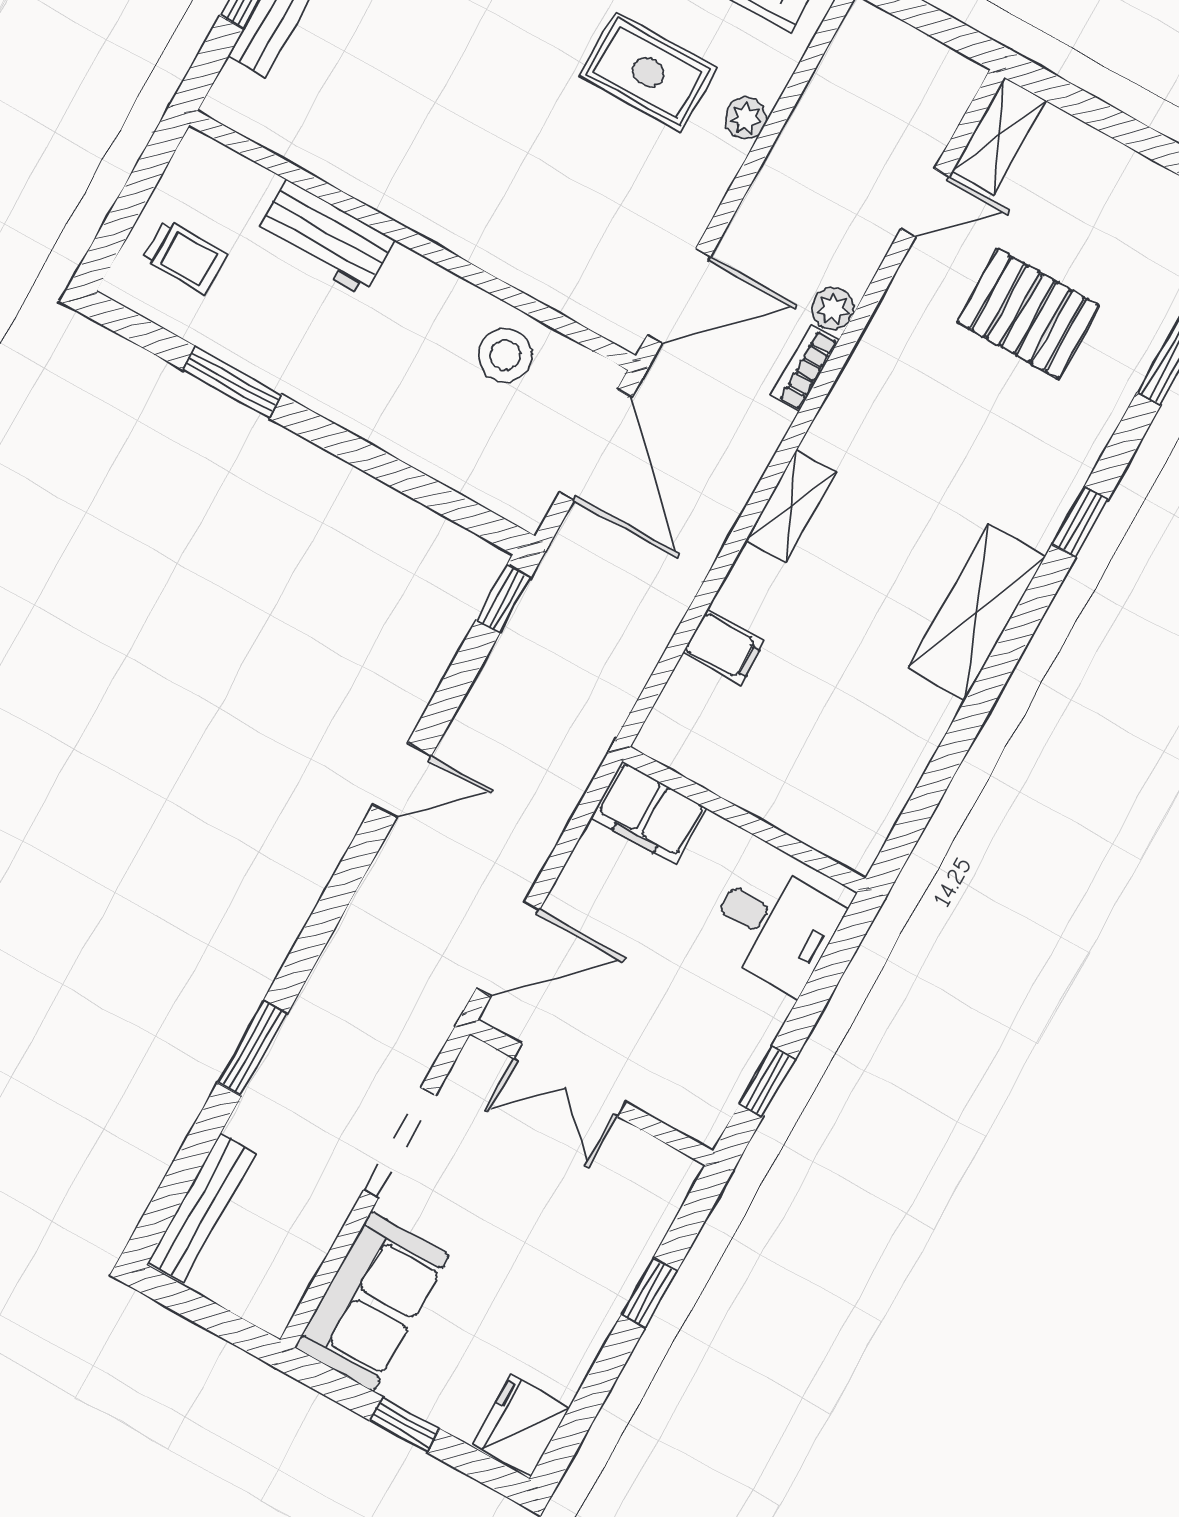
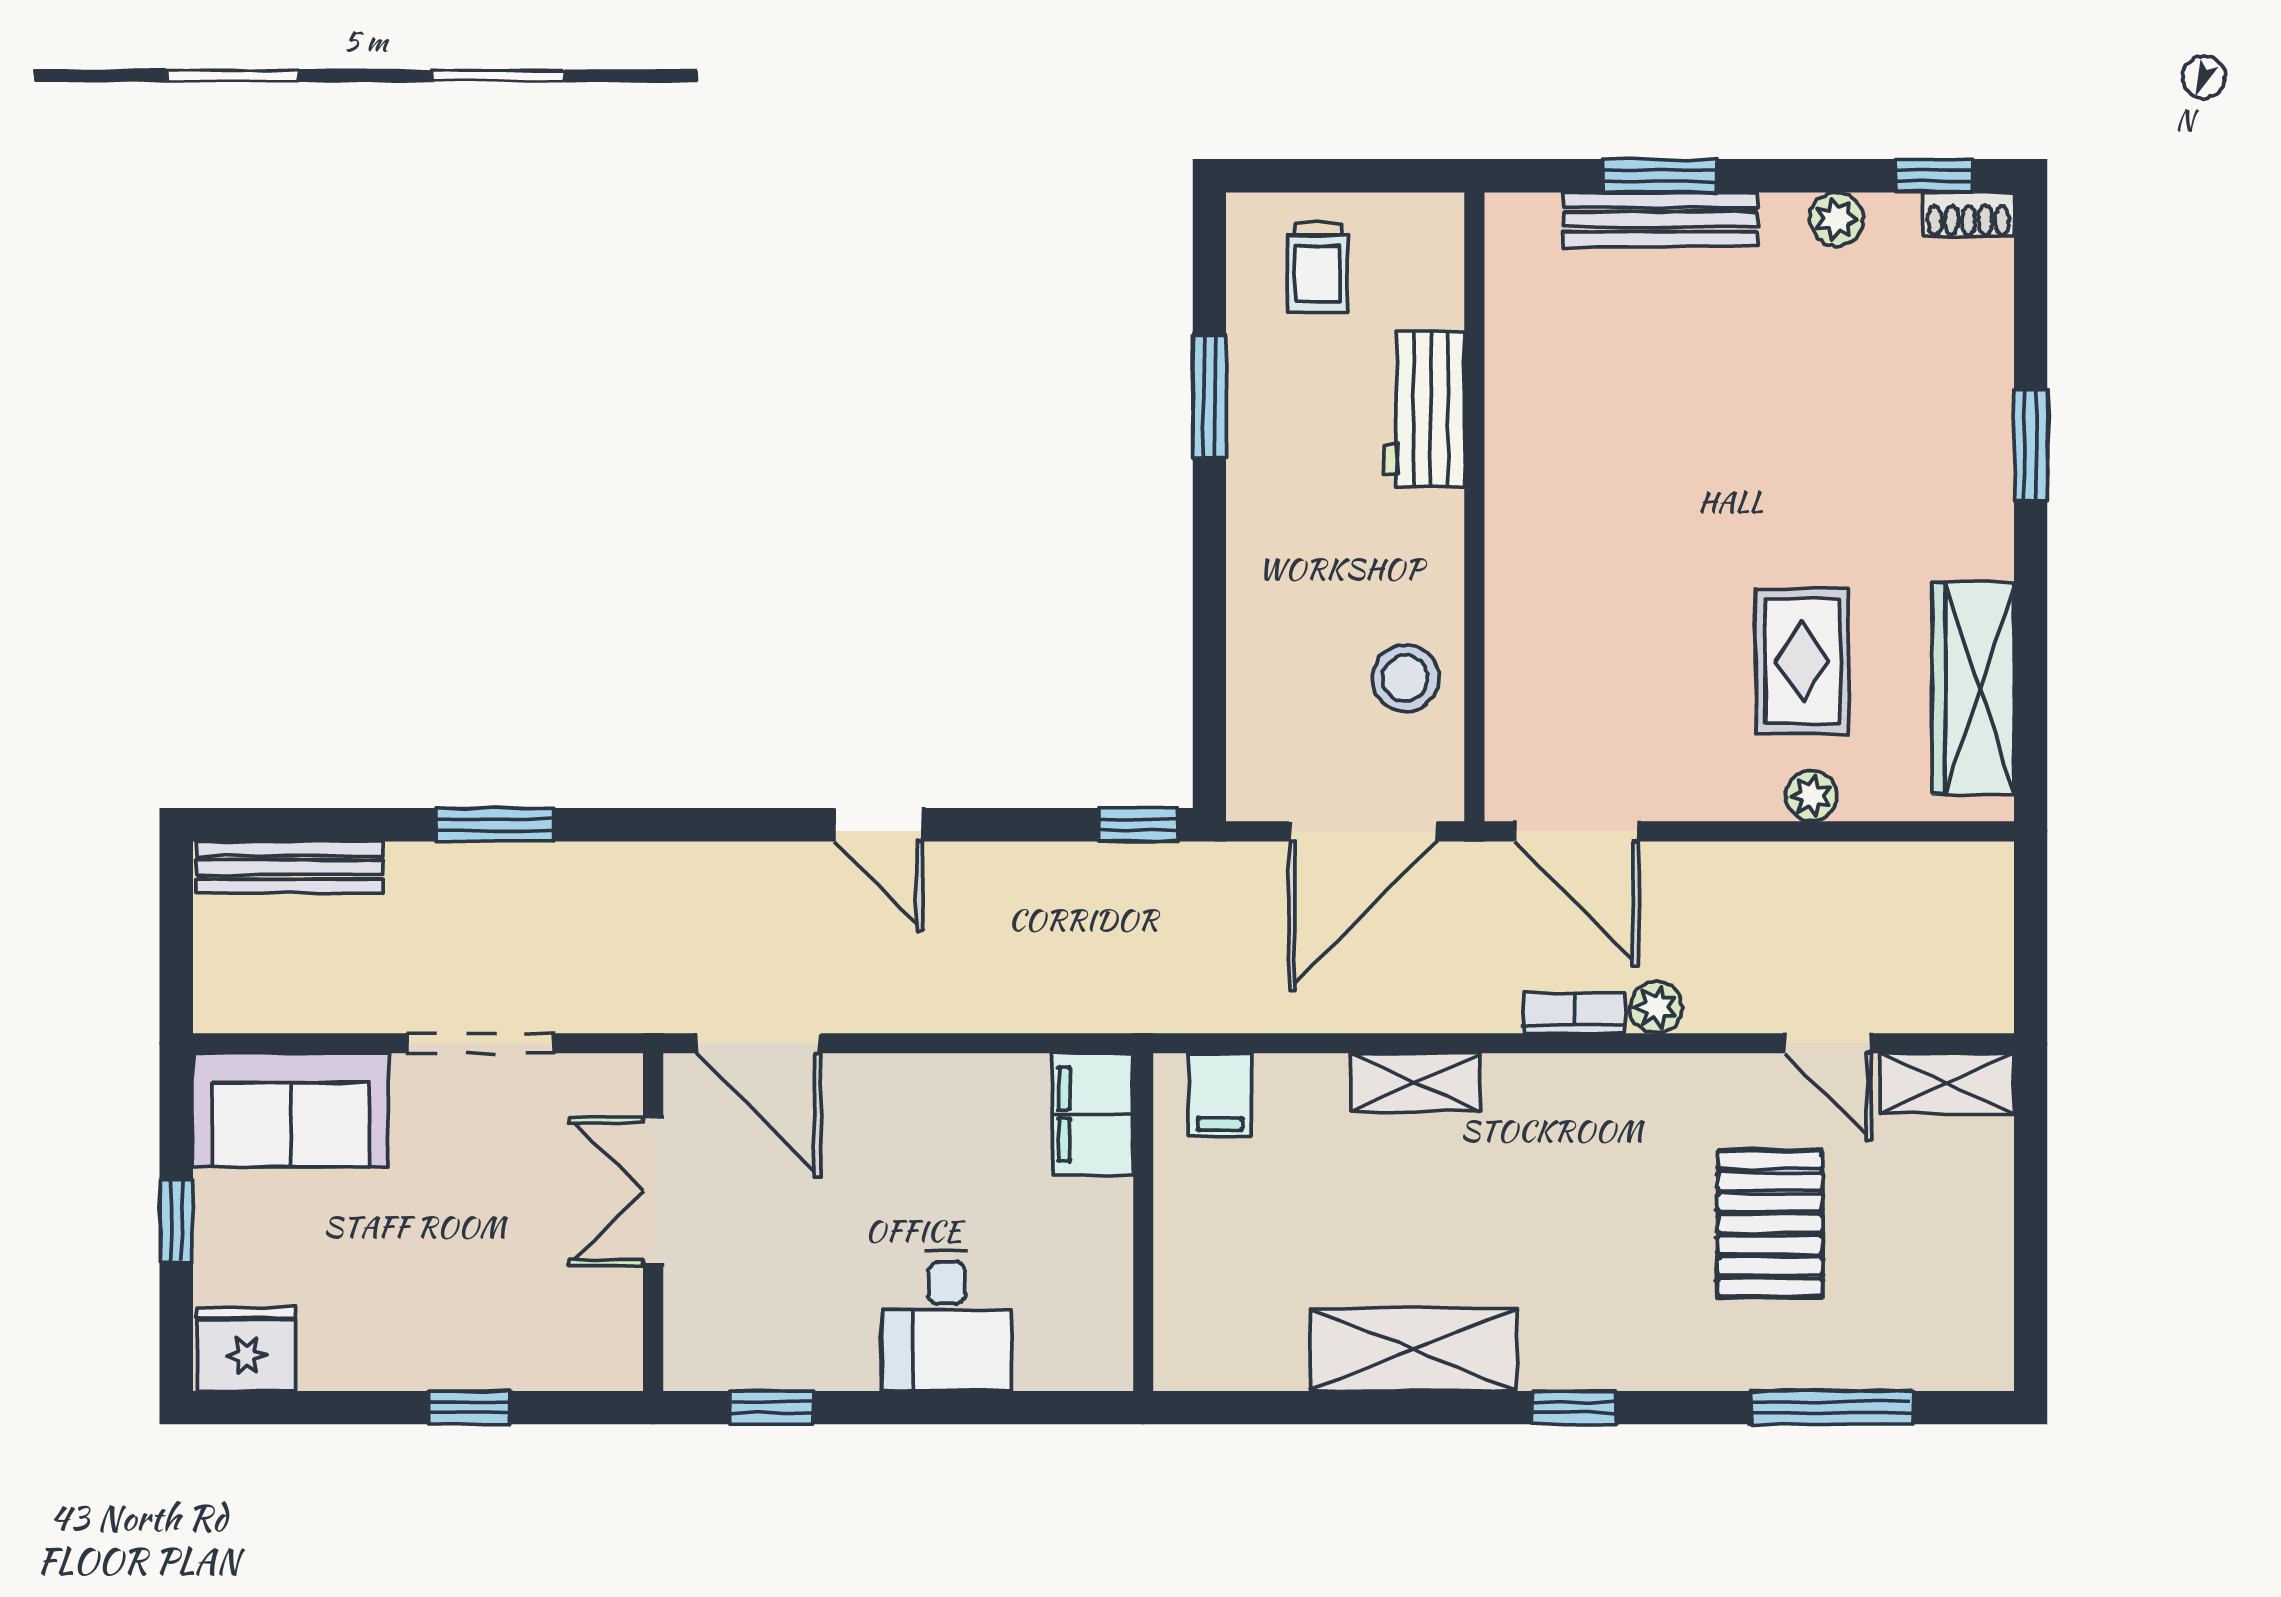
filing cabinet: (649, 813) -> (1093, 1114), moved
wall: (744, 820) -> (1143, 1222), moved

